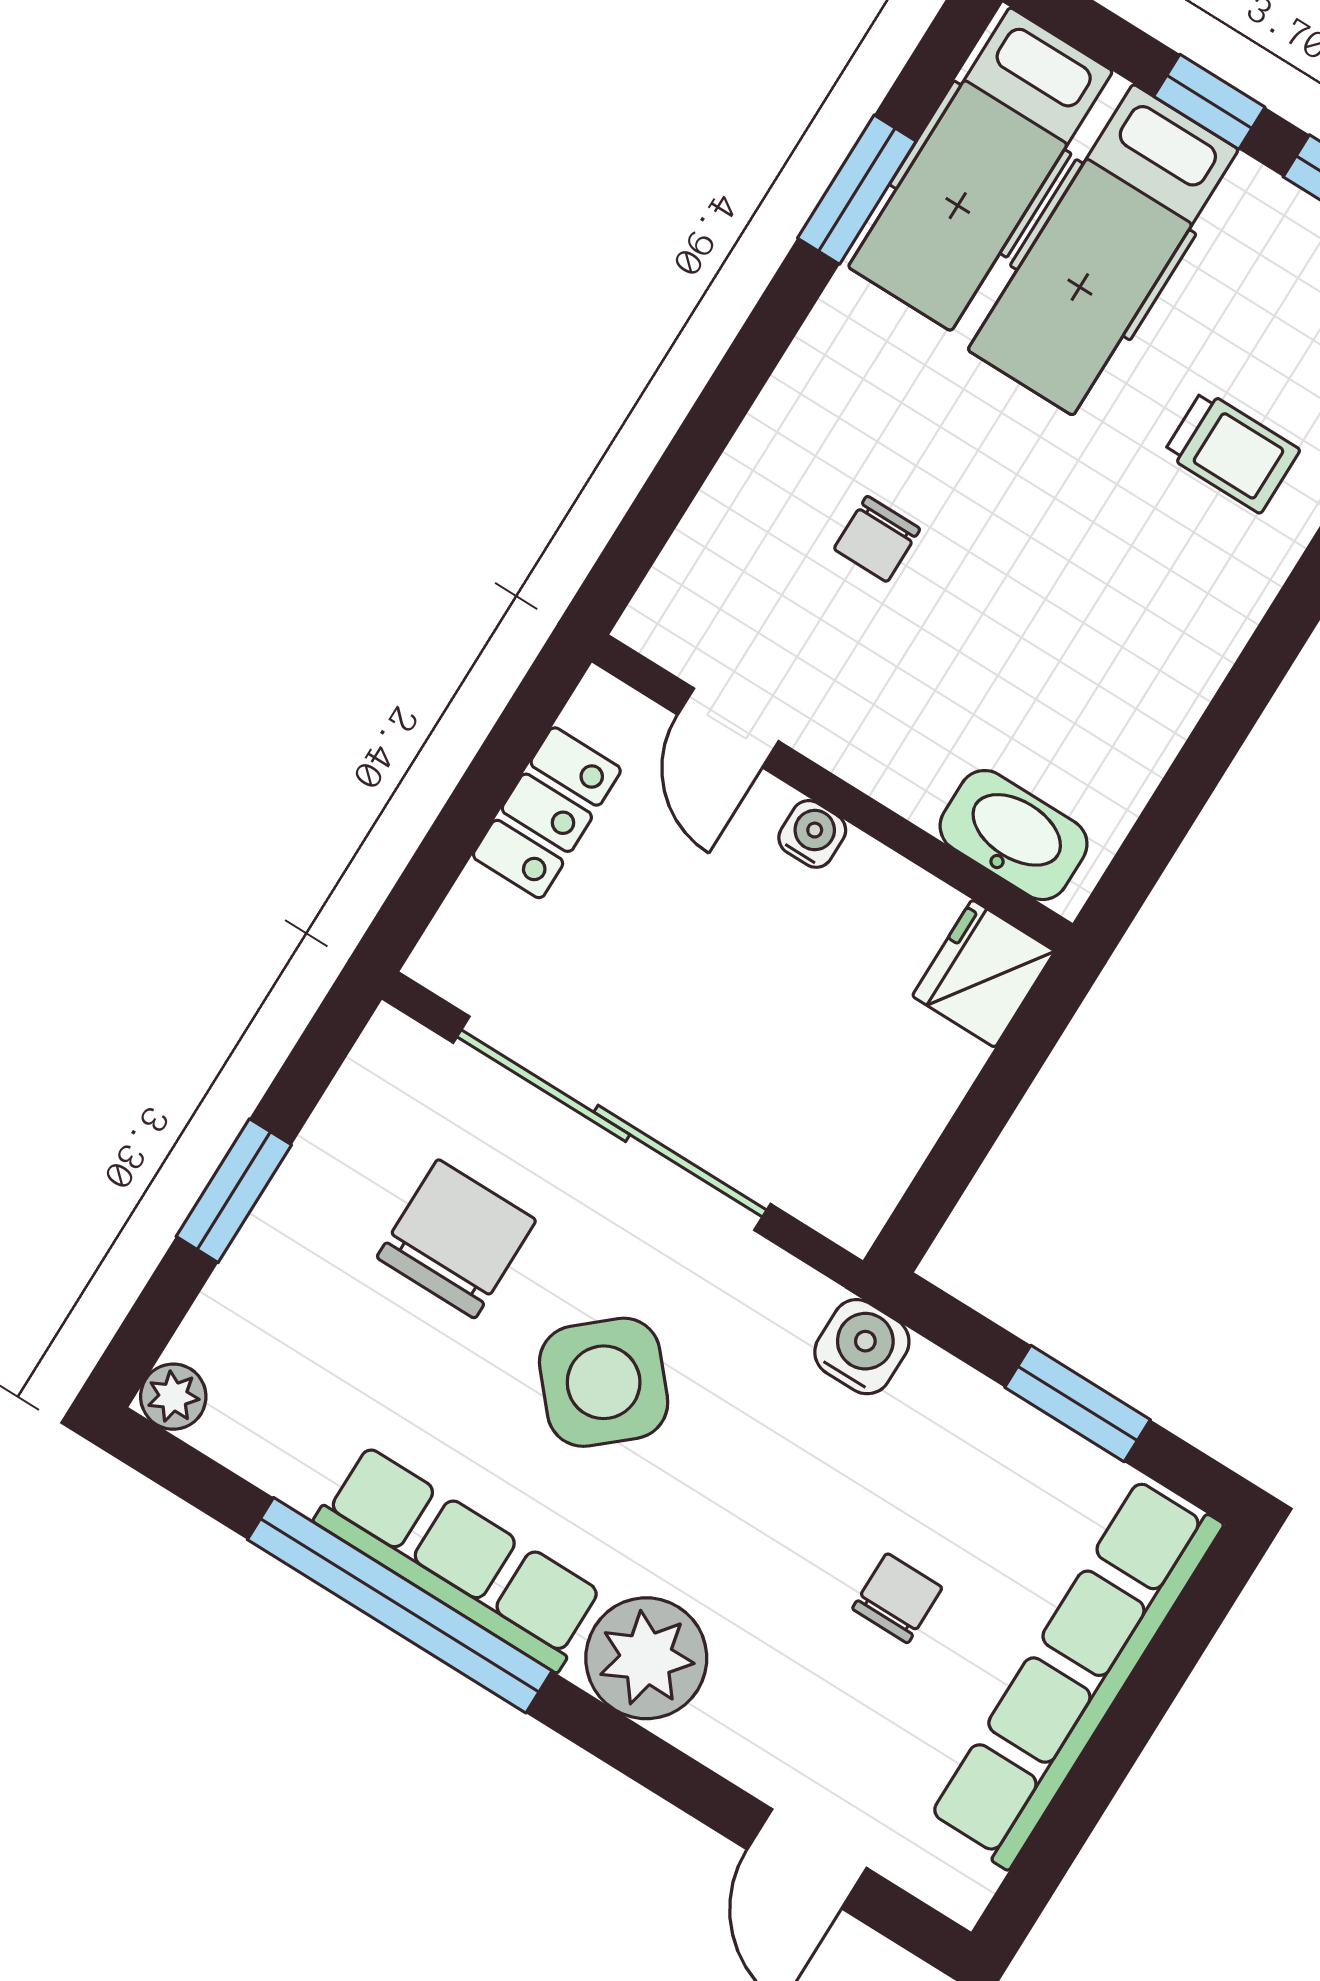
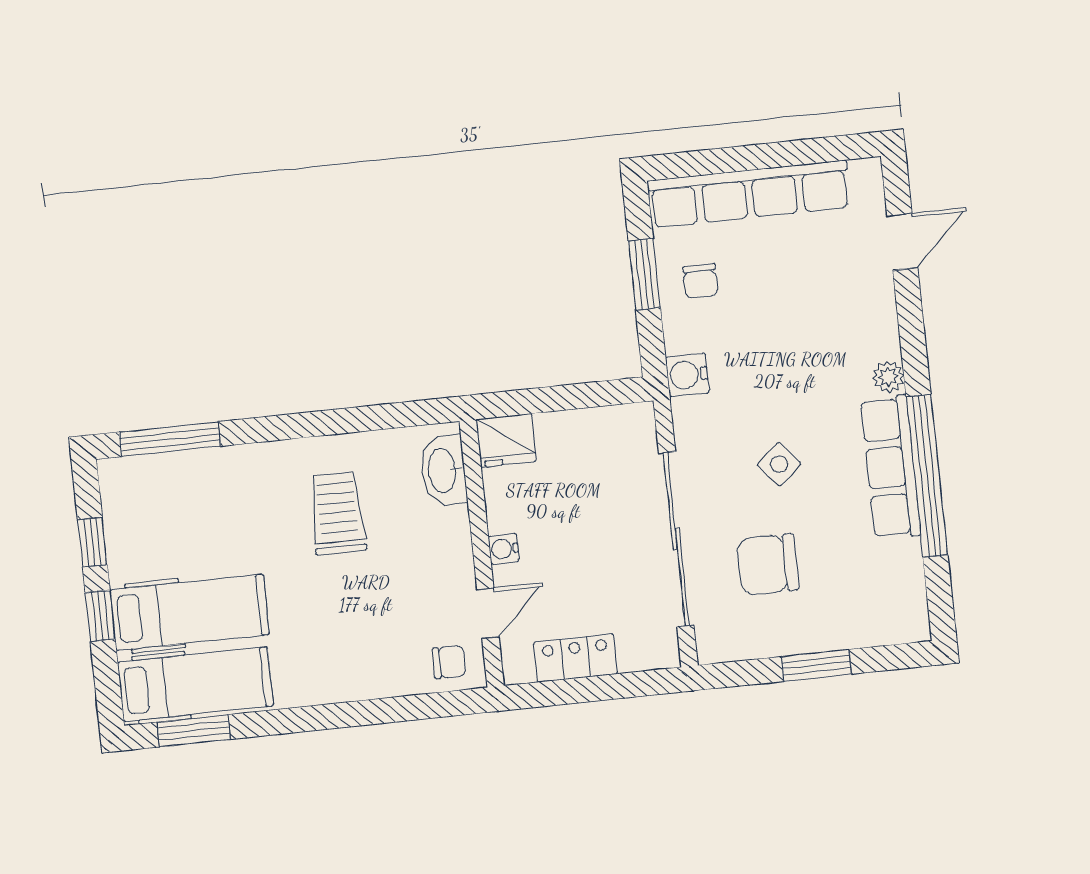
window: (857, 190) -> (194, 731), moved
trolley: (1232, 452) -> (338, 513), moved, width x1.36, depth x1.39
chair: (877, 539) -> (449, 662), moved
side table: (604, 1382) -> (779, 464), width x0.54, depth x0.54
plant: (173, 1397) -> (914, 627), removed
chair: (897, 1598) -> (700, 281), moved, turned -90
plant: (646, 1658) -> (888, 377), width x0.53, depth x0.53

